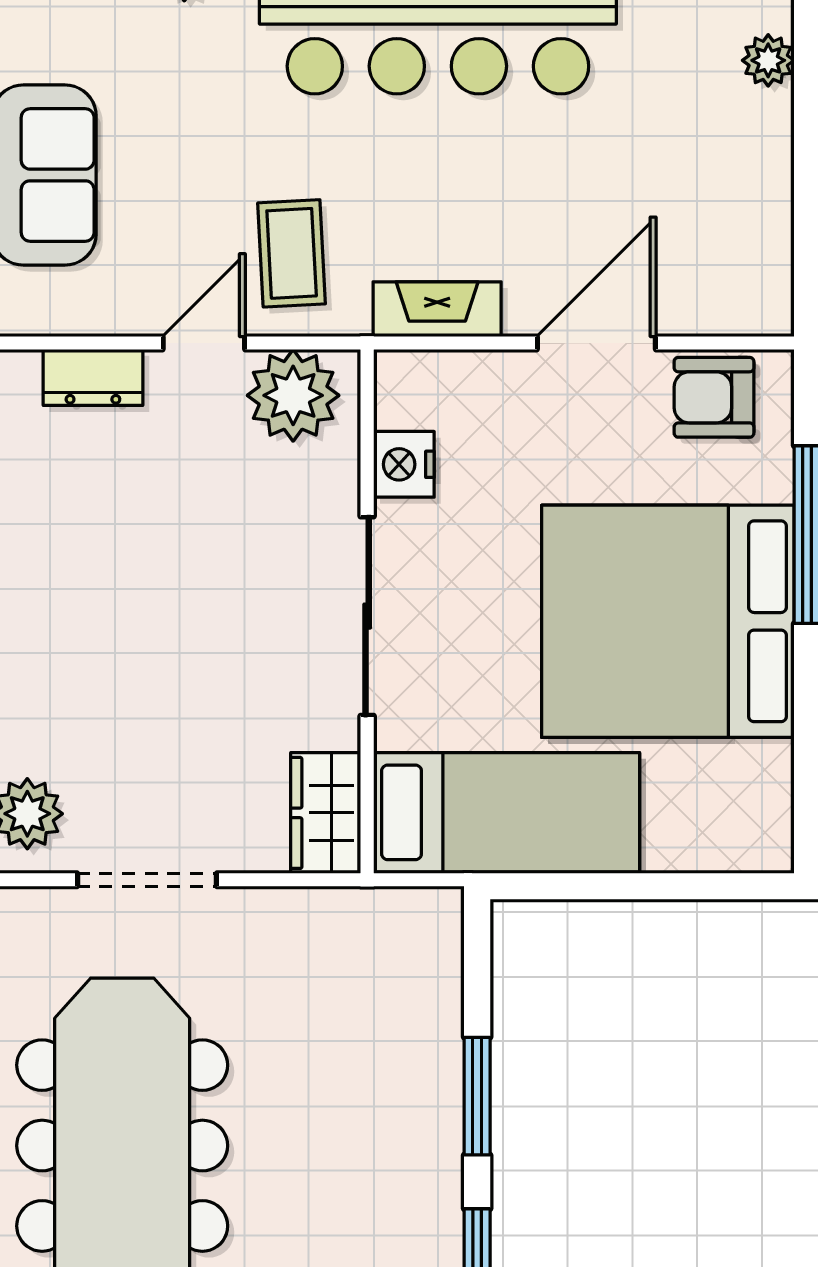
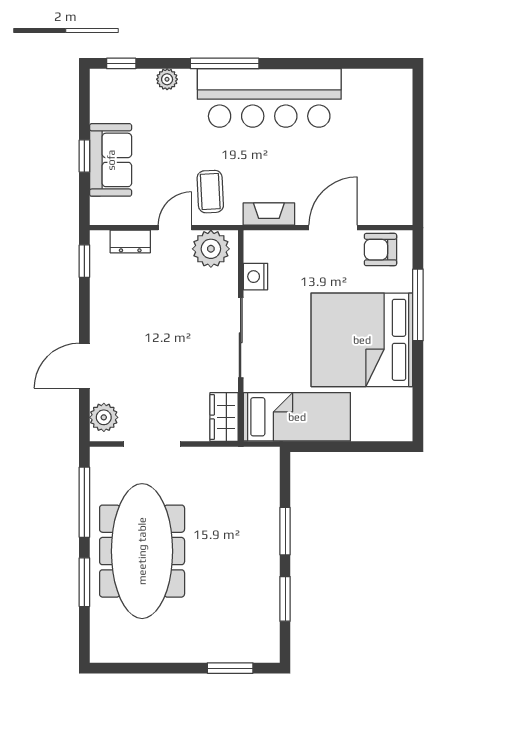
plant: (768, 60) -> (402, 114), removed

